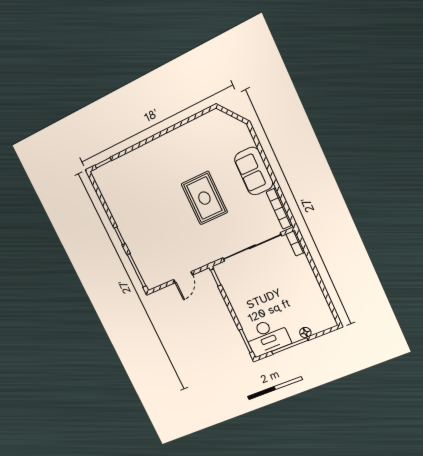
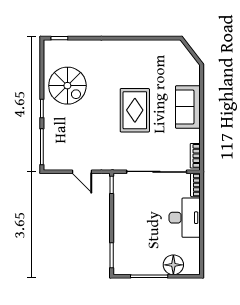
spiral stairs: (132, 204) -> (67, 86), added
bookcase: (279, 209) -> (195, 156), width x0.64
door: (183, 277) -> (82, 172), hinge flipped
floor lamp: (305, 333) -> (173, 265), width x1.89, depth x1.89
desk: (267, 337) -> (185, 218), moved, turned -90

